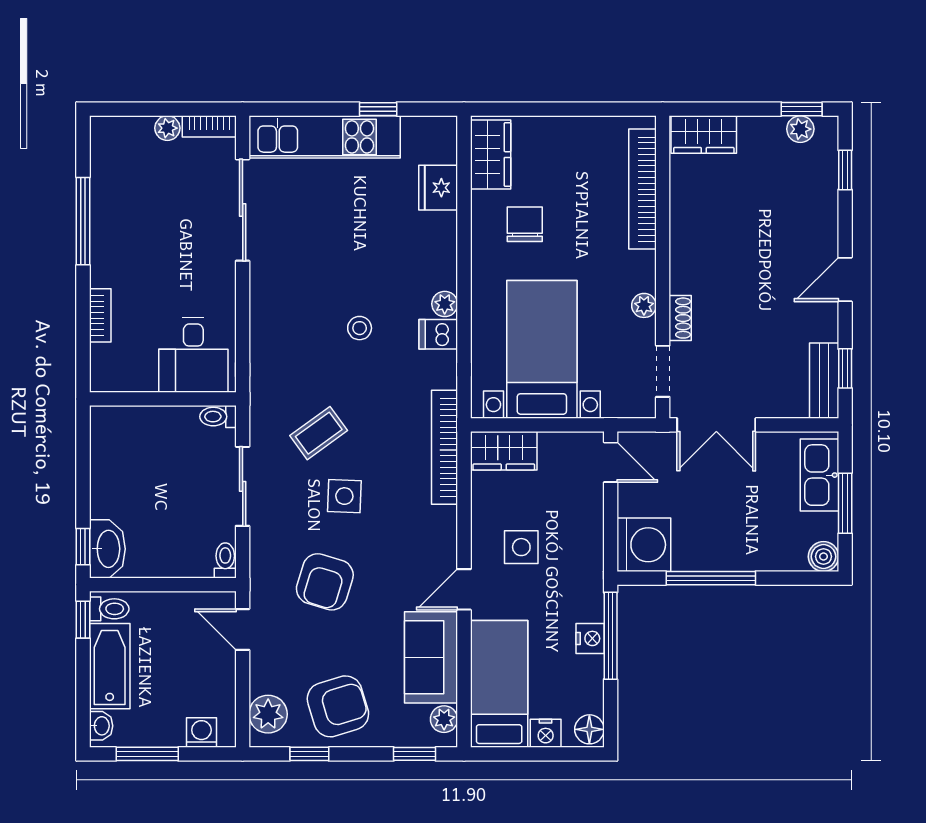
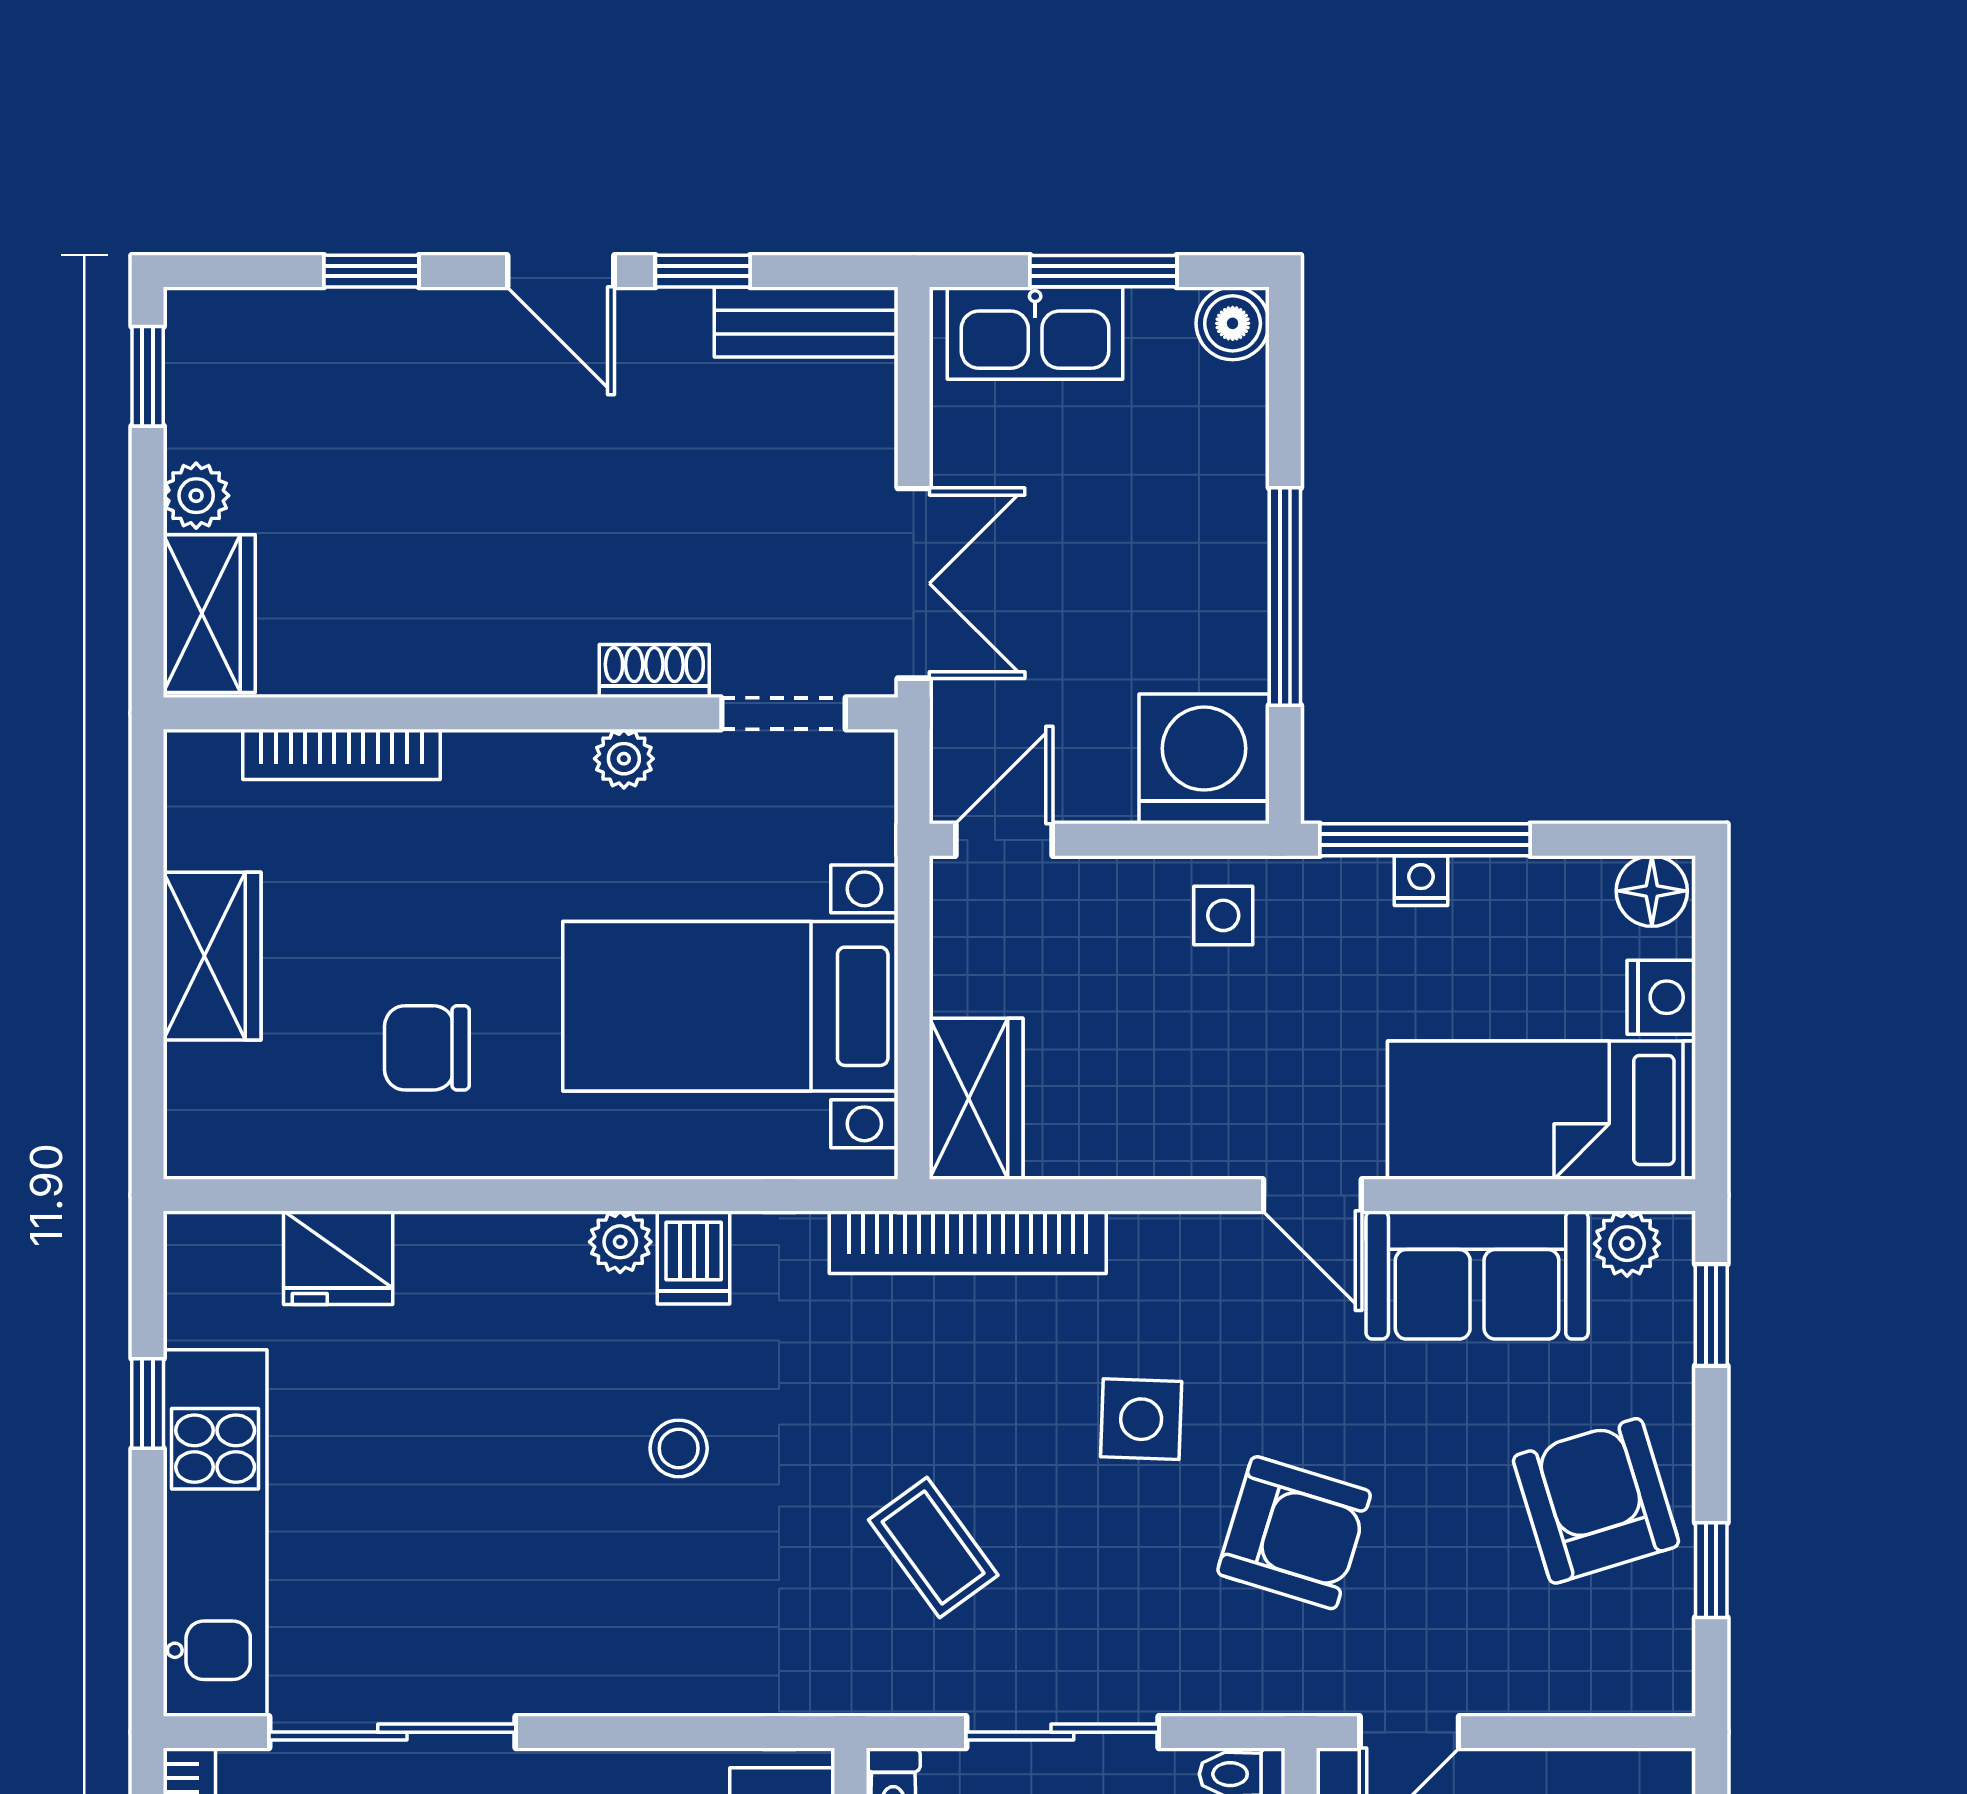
plant: (800, 129) -> (196, 496), moved
wardrobe: (491, 155) -> (212, 956), moved, turned 90
window: (845, 170) -> (371, 271), moved
bookcase: (642, 189) -> (341, 754), width x0.68, depth x0.76
window: (845, 368) -> (703, 271), moved
side table: (344, 496) -> (1141, 1419), moved
side table: (521, 547) -> (1223, 915), moved, width x0.73, depth x0.73
nightstand: (590, 638) -> (1421, 881), width x0.72, depth x0.74
plant: (268, 714) -> (1615, 1670), removed

